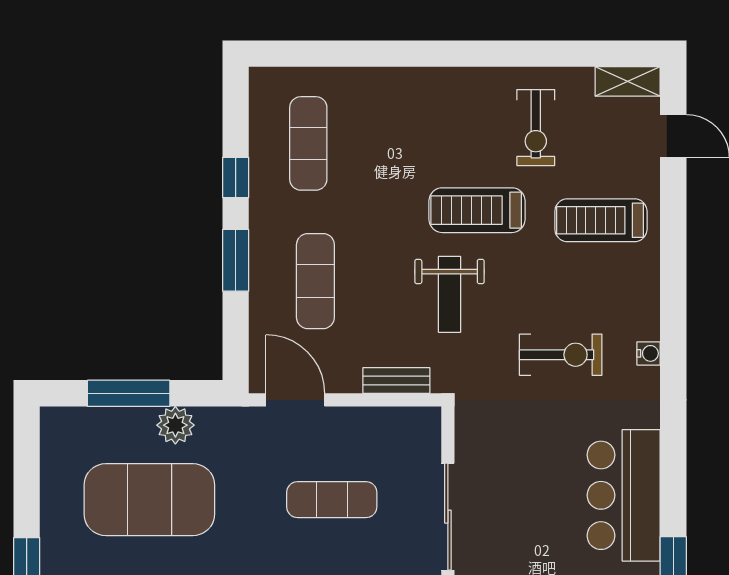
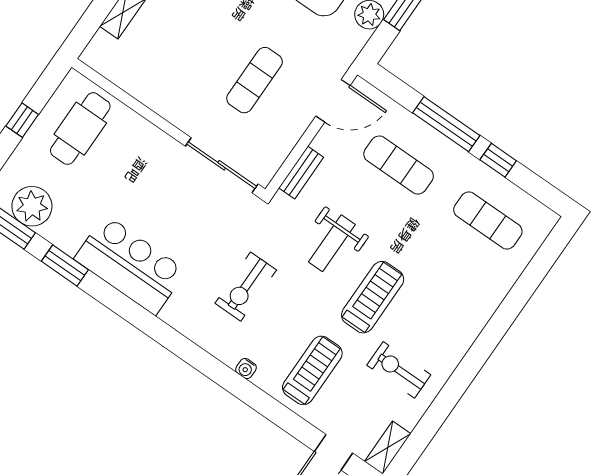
window: (236, 260) -> (446, 124), width x1.44
weight bench: (450, 294) -> (332, 243), turned -90
water cooler: (649, 353) -> (246, 368), moved
sliding door: (448, 517) -> (222, 165), moved

